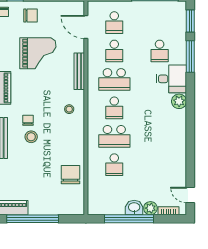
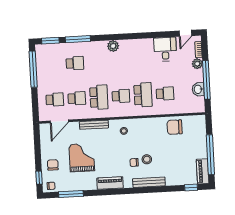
desk: (171, 79) -> (165, 49), moved
washbasin: (134, 208) -> (198, 89), moved

